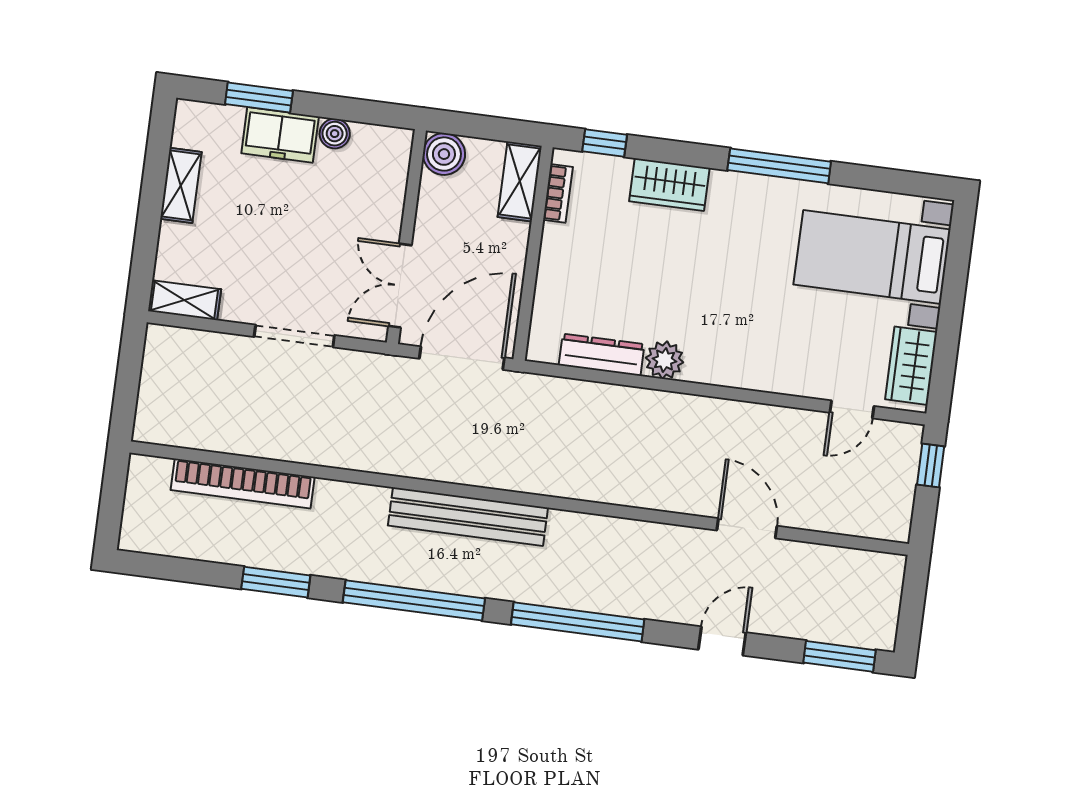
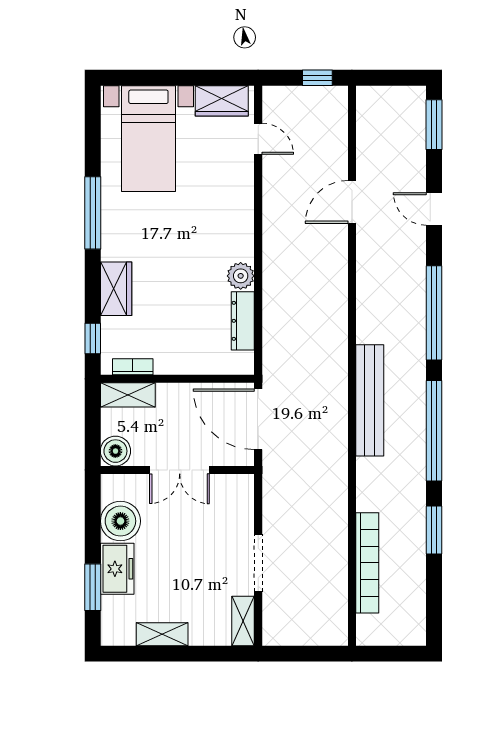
boiler: (335, 134) -> (120, 521), width x1.86, depth x1.86
double door: (400, 286) -> (180, 470), moved
doorway: (294, 336) -> (258, 563), moved
window: (931, 466) -> (317, 78), moved

